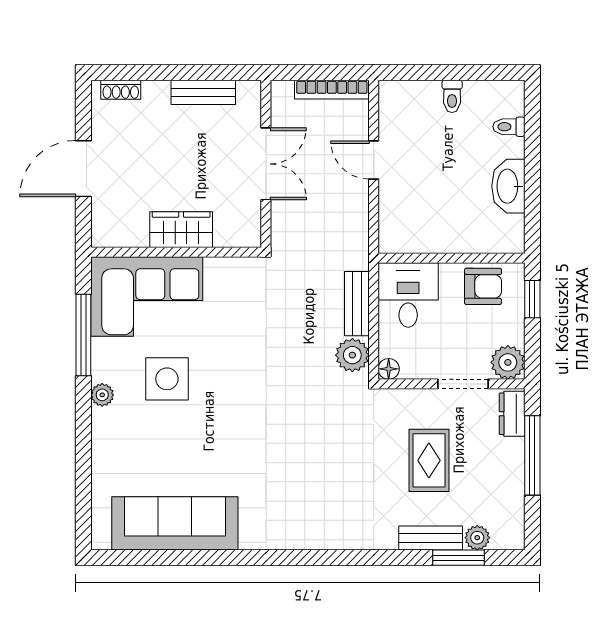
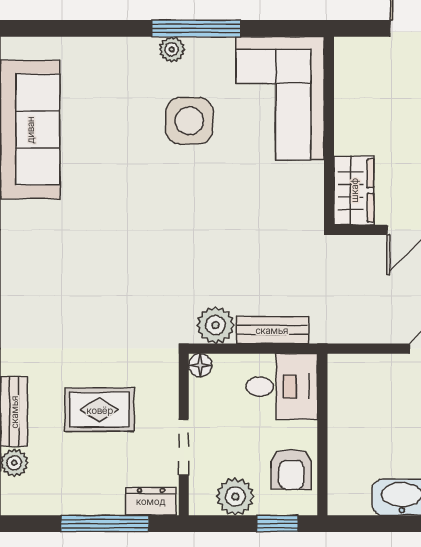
wardrobe: (181, 230) -> (354, 190), moved
window: (83, 335) -> (196, 28), moved
plant: (508, 362) -> (235, 497), moved

